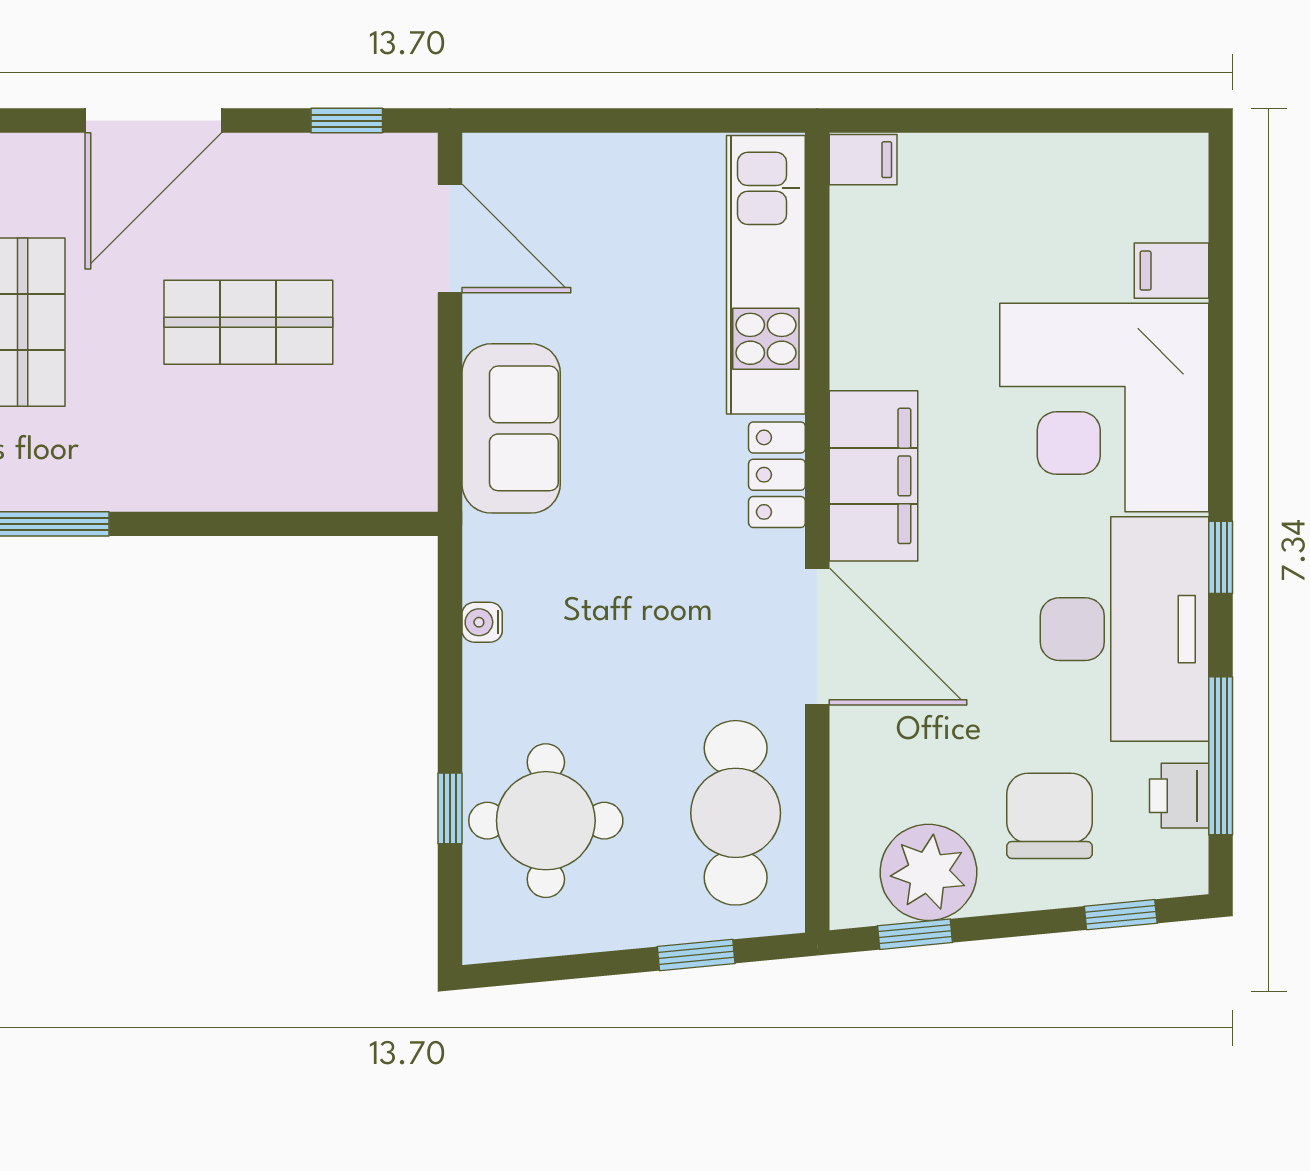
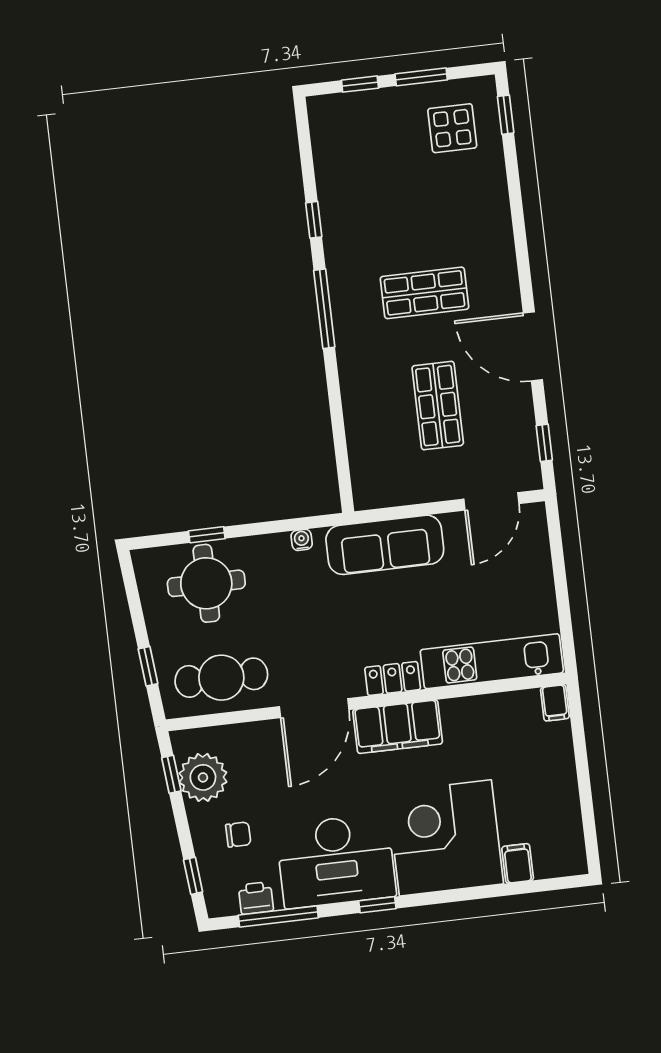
sofa: (511, 428) -> (385, 545), width x1.36
chair: (1049, 816) -> (238, 835), width x0.54, depth x0.54

